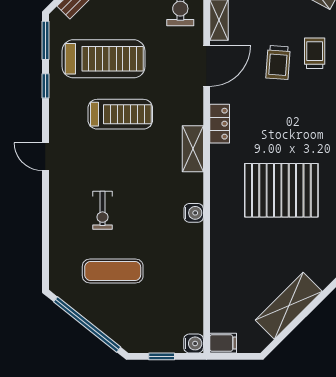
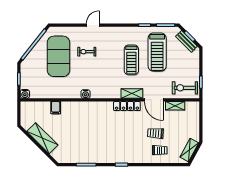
locker: (220, 124) -> (127, 106), width x1.53
shelving: (193, 149) -> (132, 94), moved
door: (45, 157) -> (93, 25), moved
pallet: (281, 190) -> (96, 135), removed
exercise mat: (113, 271) -> (58, 56), width x2.00, depth x1.45
filing cabinet: (223, 343) -> (56, 108), moved

